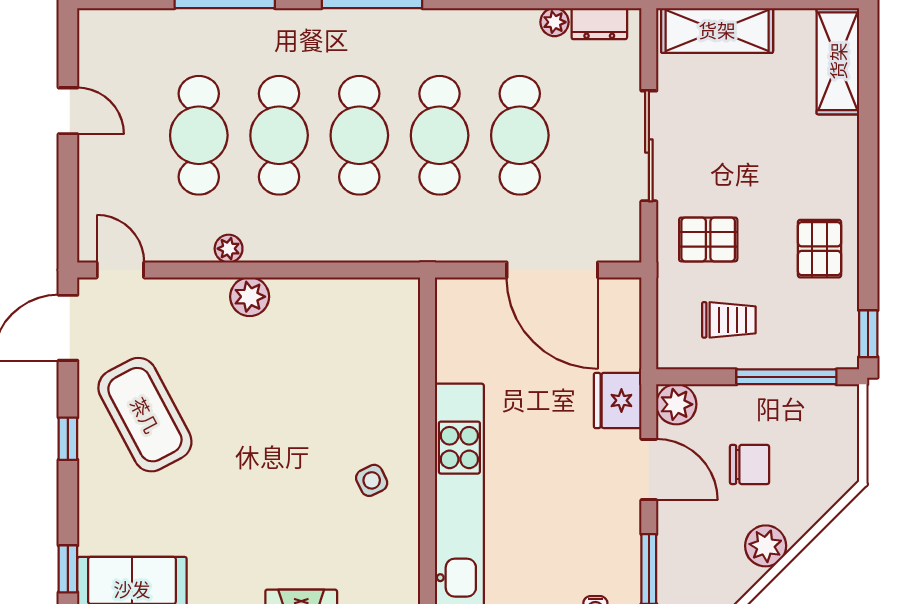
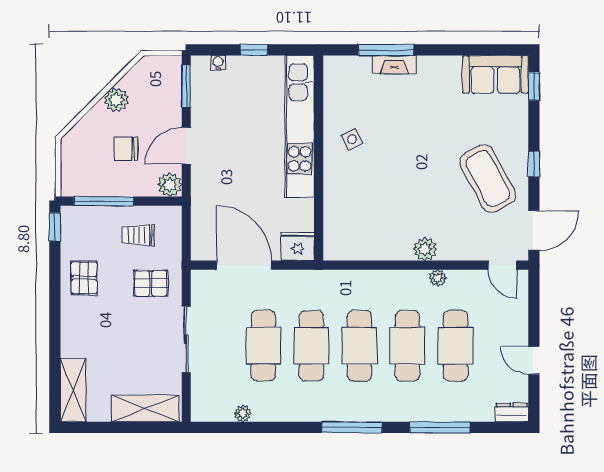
dresser: (599, 24) -> (512, 413), moved
fridge: (618, 400) -> (298, 247), moved, turned -90
door: (649, 470) -> (186, 146), hinge flipped

